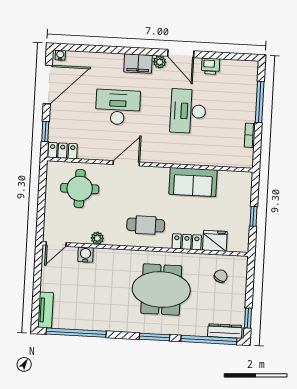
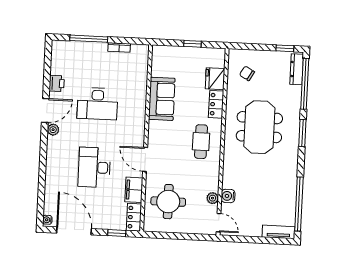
filing cabinet: (138, 64) -> (134, 190), moved, turned 180
plant: (97, 238) -> (213, 198), moved

